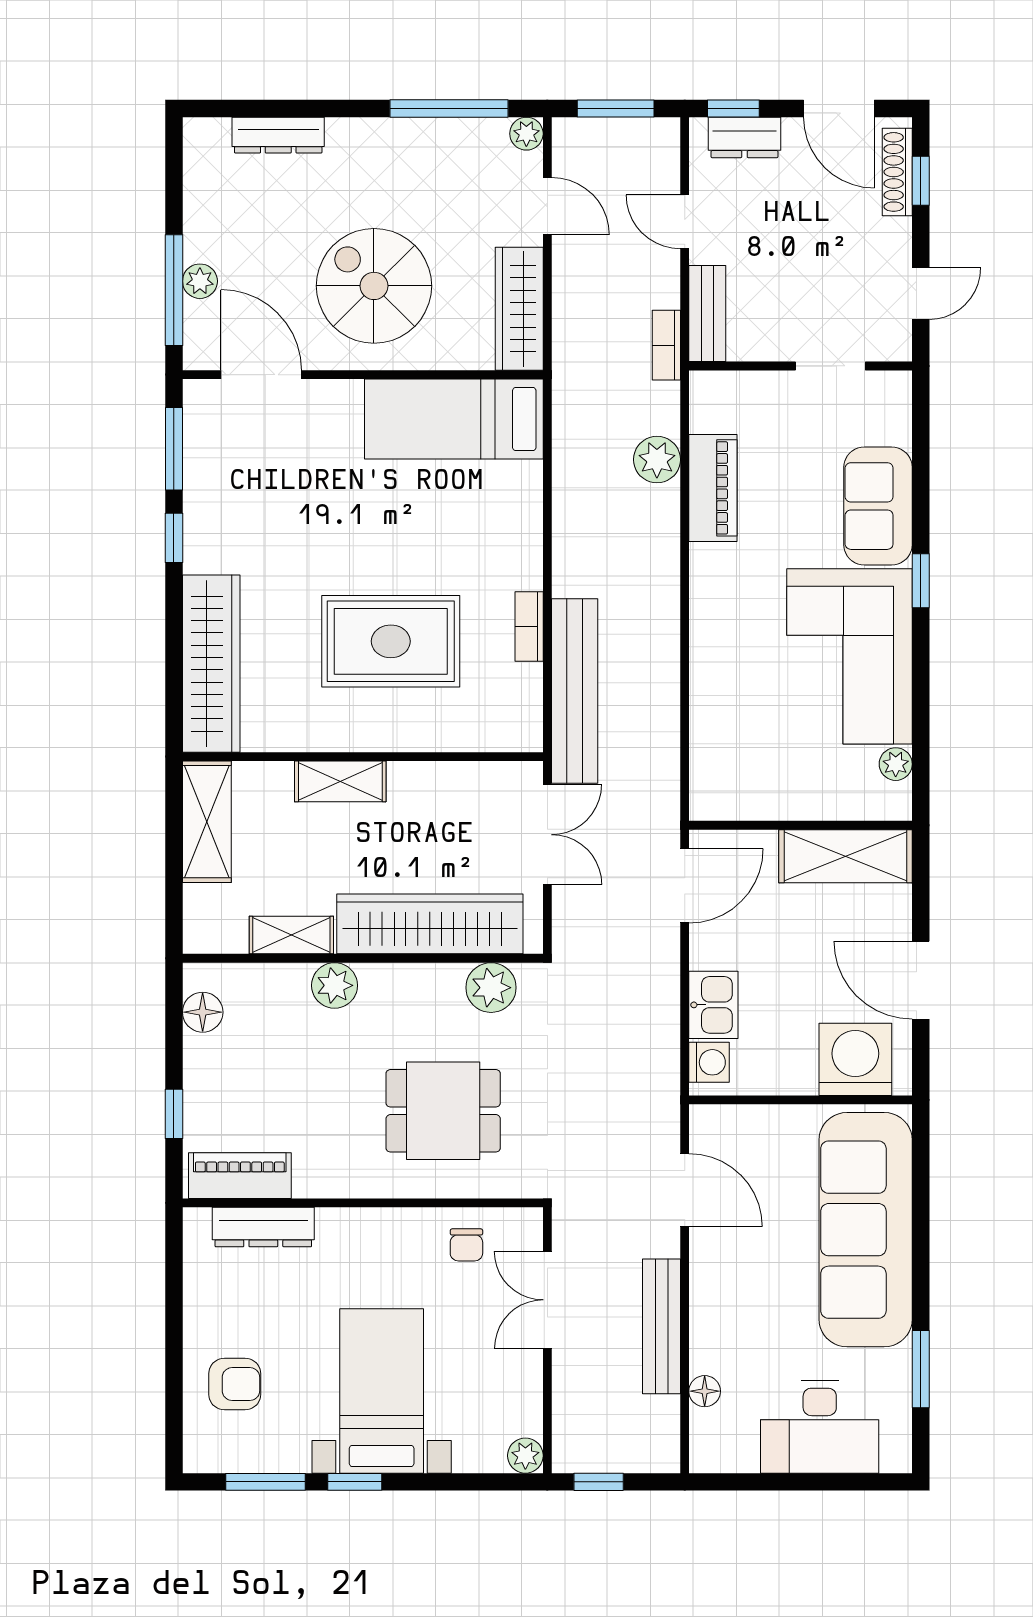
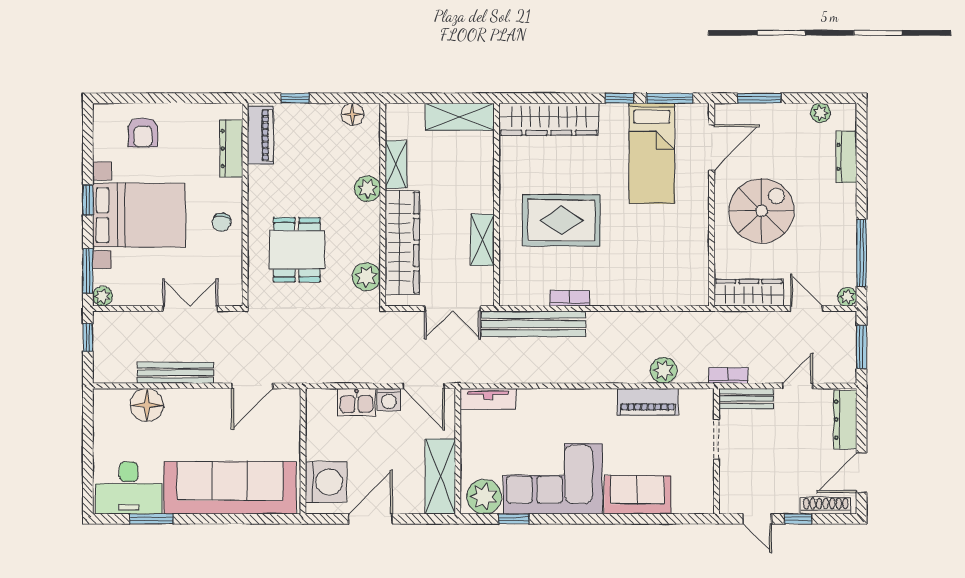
window: (733, 108) -> (861, 413), removed
dresser: (744, 137) -> (845, 420), width x1.44
window: (921, 181) -> (798, 519), moved
door: (547, 206) -> (807, 309), swing flipped
plant: (200, 281) -> (821, 113), moved
window: (174, 290) -> (759, 98), width x0.69
doorway: (830, 366) -> (716, 439), moved
bed: (454, 419) -> (652, 153), moved, turned 180
window: (921, 581) -> (514, 519), moved
rug: (391, 641) -> (561, 220), turned 90
plant: (896, 764) -> (484, 497), width x1.87, depth x1.87
tv unit: (708, 772) -> (488, 399), added
shelving: (340, 781) -> (482, 240), moved
washing machine: (709, 1062) -> (389, 400), moved
chair: (466, 1245) -> (222, 222), moved, turned -78
bed with nightstands: (382, 1391) -> (139, 215), width x1.36
floor lamp: (705, 1391) -> (147, 405), width x1.89, depth x1.89
desk: (820, 1427) -> (129, 488), moved, turned -90
window: (266, 1482) -> (88, 271), moved

